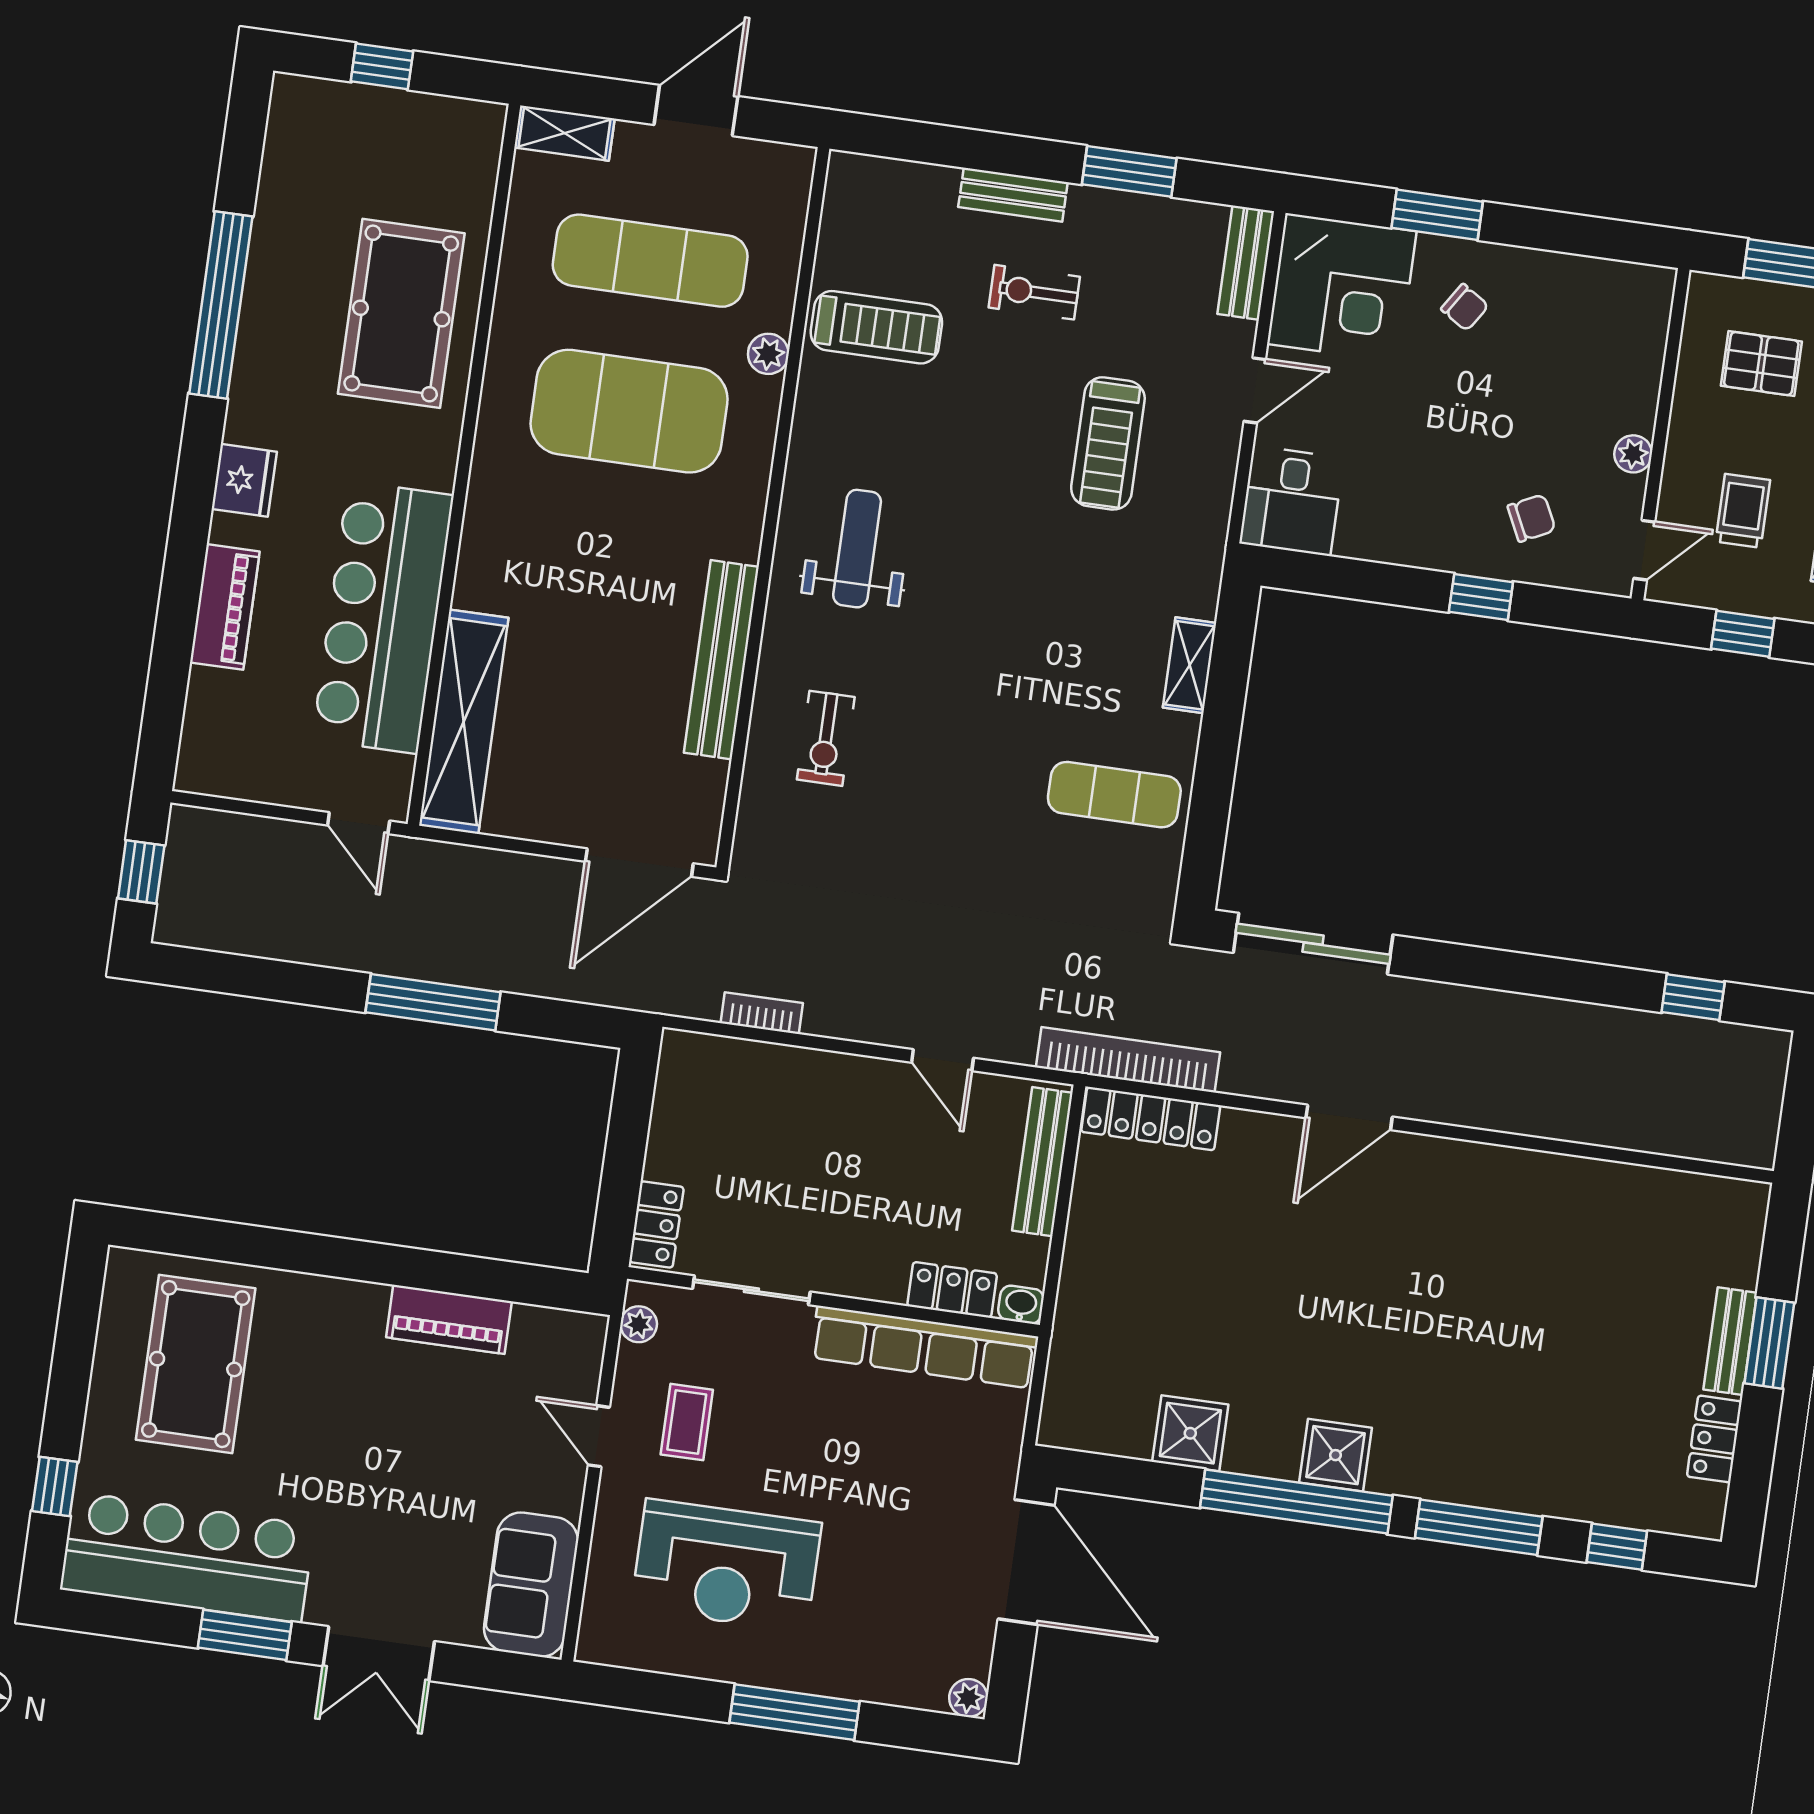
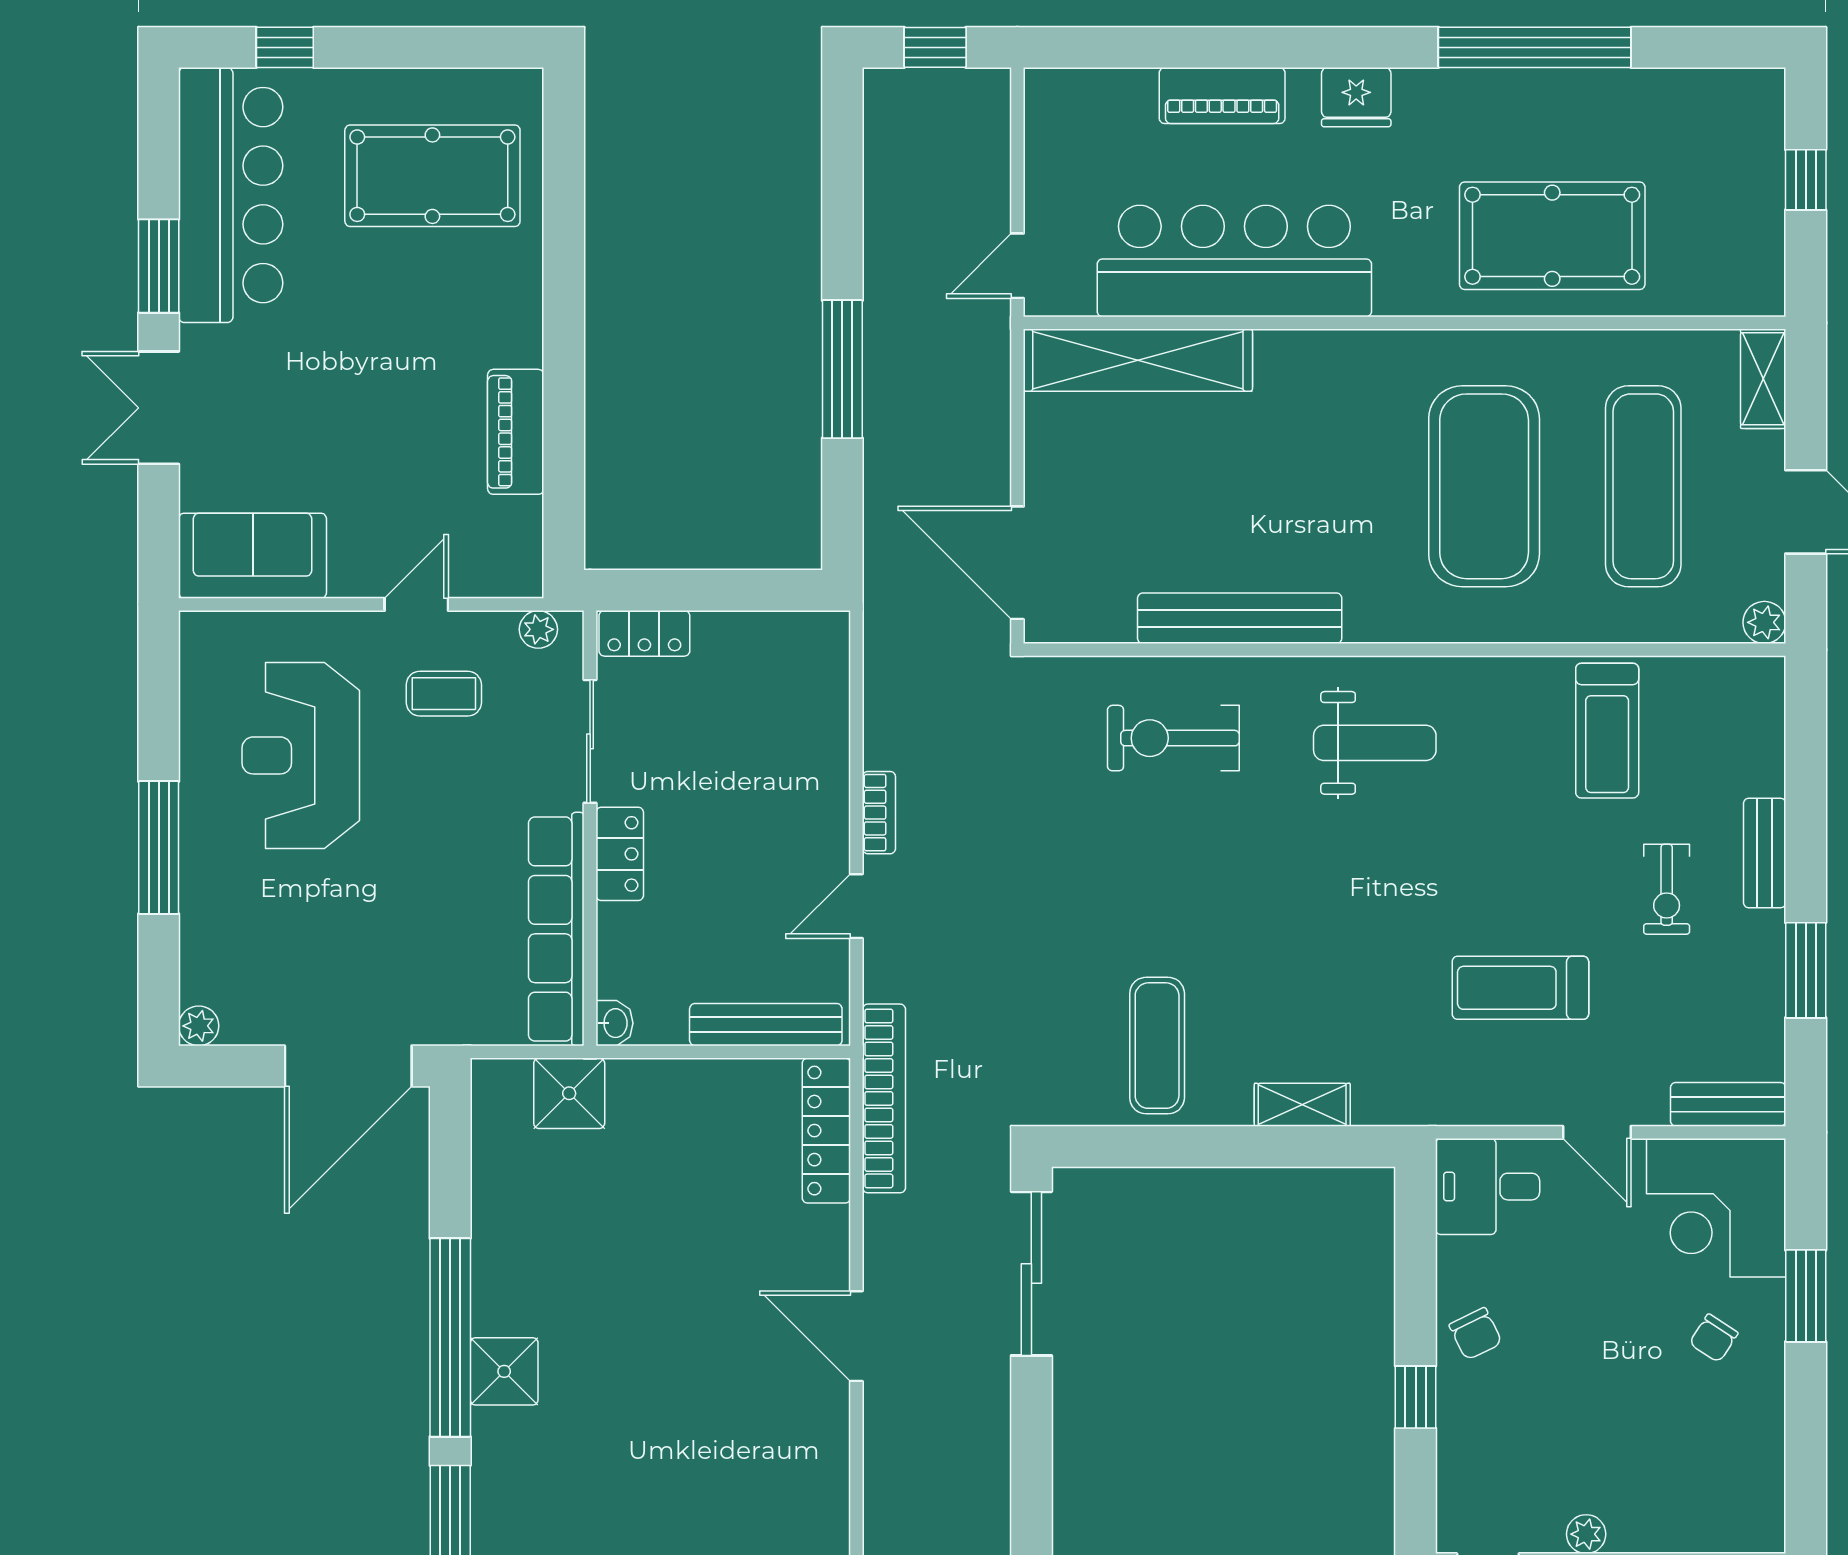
exercise bike: (1034, 292) -> (1667, 889), turned 180
plant: (768, 354) -> (1764, 622), moved
chair: (1532, 518) -> (1476, 1334), moved
exercise bike: (826, 738) -> (1173, 738), width x1.38, depth x1.39
bookcase: (762, 1013) -> (879, 813), moved
locker: (952, 1290) -> (620, 854), moved
shower: (1190, 1433) -> (569, 1093), moved

